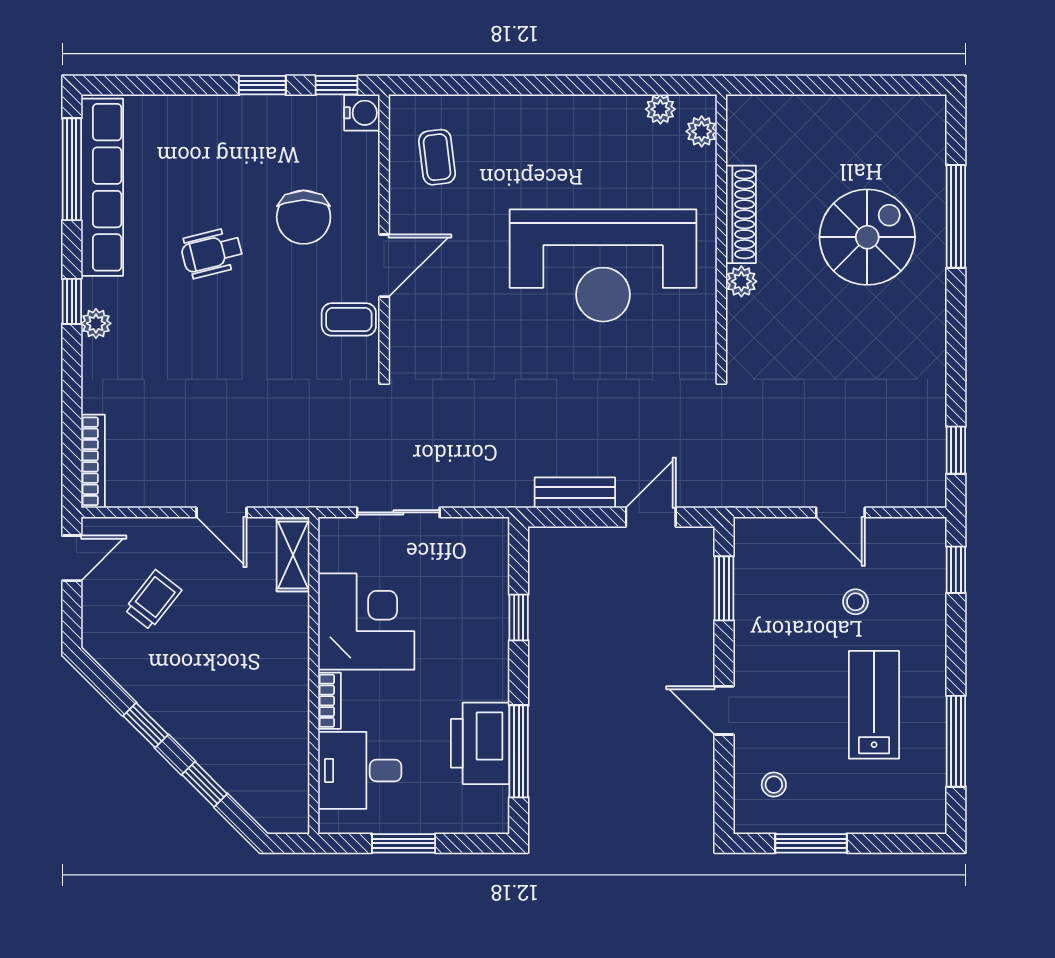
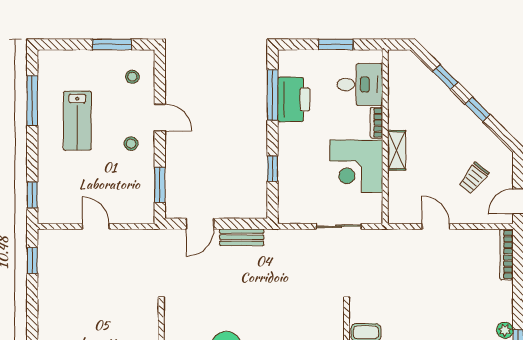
shelving: (293, 555) -> (397, 150), moved
stool: (856, 602) -> (131, 144), moved

